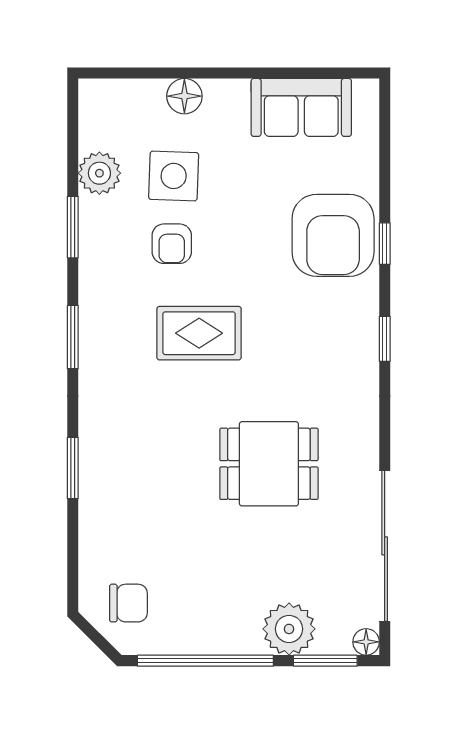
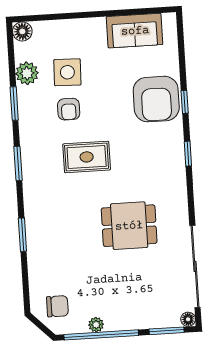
floor lamp: (184, 96) -> (22, 31), moved
plant: (289, 629) -> (96, 325), moved, width x0.53, depth x0.53

